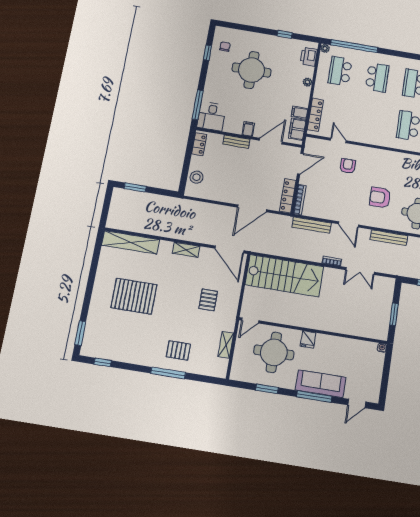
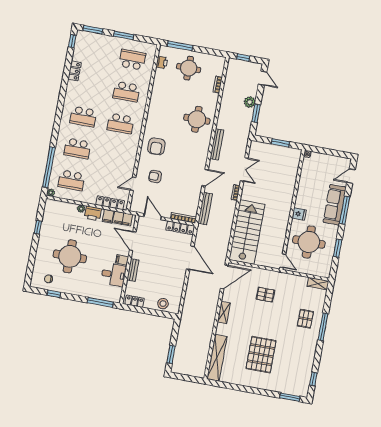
printer: (309, 57) -> (93, 213), moved
school desk: (377, 77) -> (77, 148), turned 180
desk: (212, 116) -> (114, 275), moved
armchair: (380, 197) -> (156, 146), moved
shelving: (226, 345) -> (318, 284), moved
door: (357, 403) -> (351, 176), swing flipped

